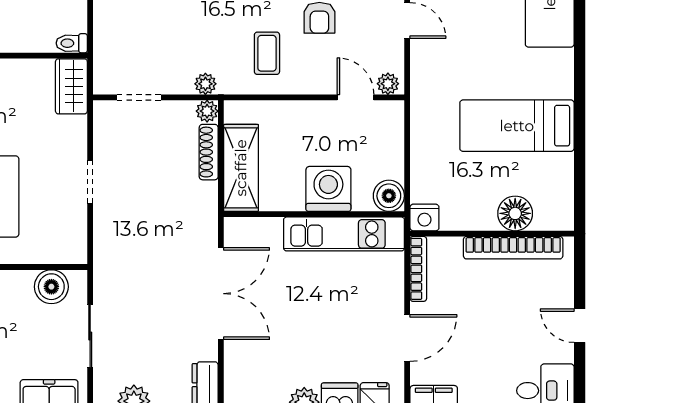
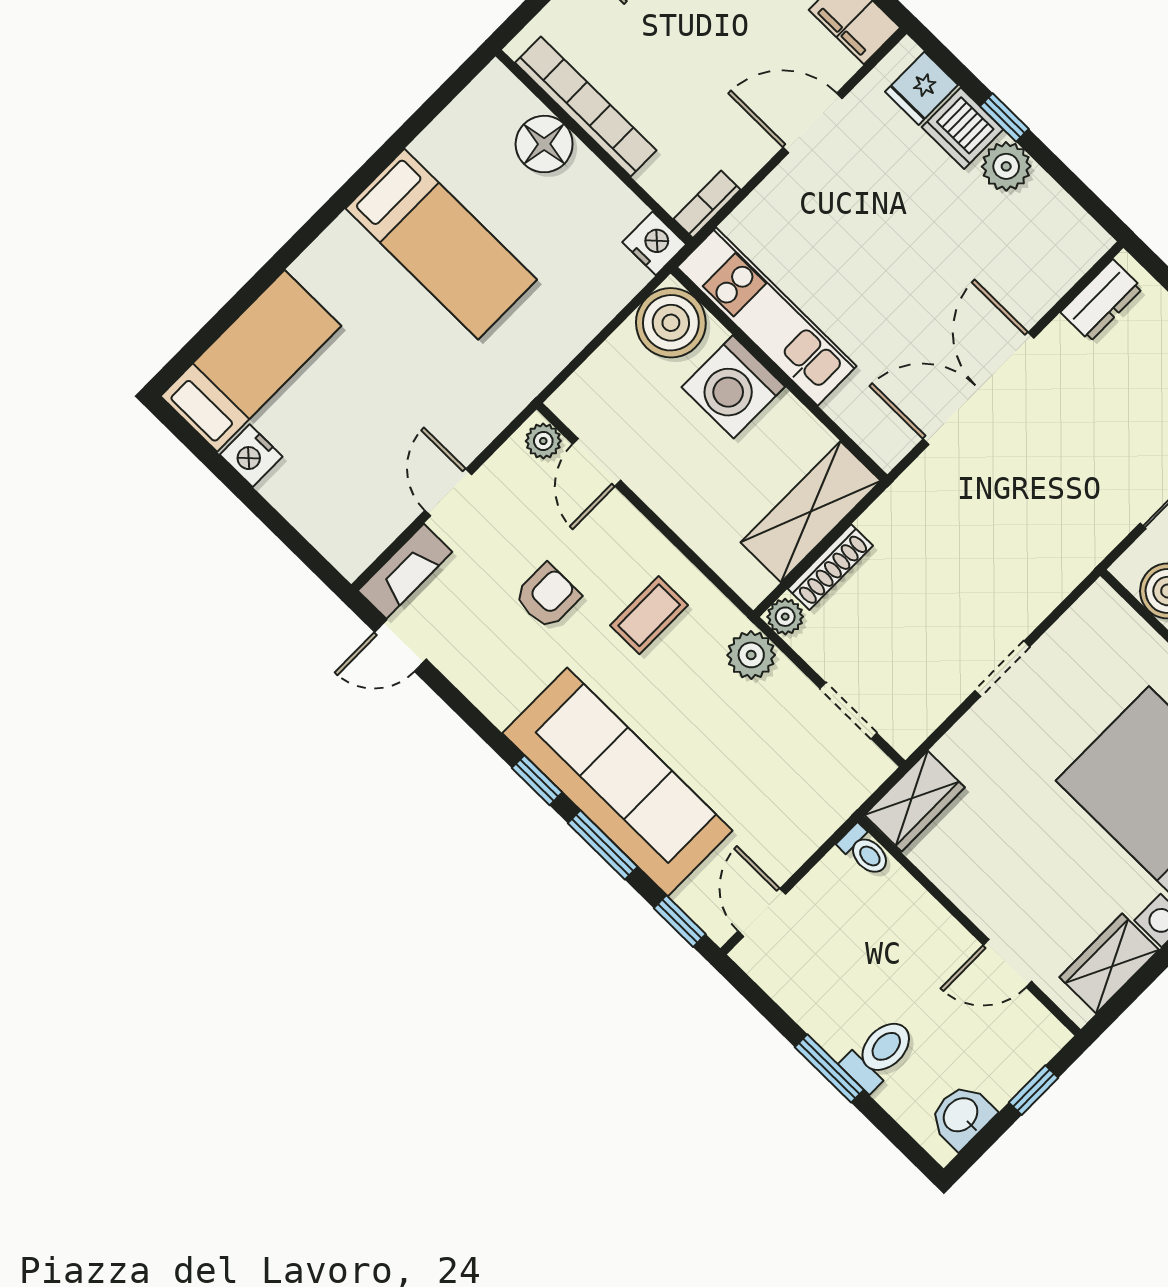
plant: (205, 84) -> (751, 655), width x1.38, depth x1.38
boiler: (389, 196) -> (671, 323), width x1.37, depth x1.37
bookcase: (418, 269) -> (707, 204), width x0.64

